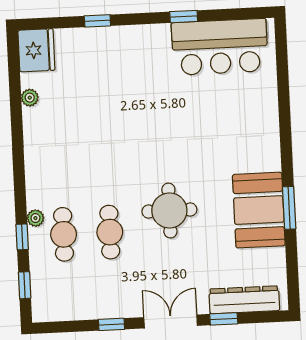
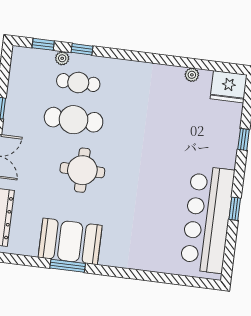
bar counter: (220, 47) -> (207, 219), width x1.36
plant: (35, 218) -> (62, 58), moved
cafe table: (110, 232) -> (74, 120), width x1.37, depth x1.35

